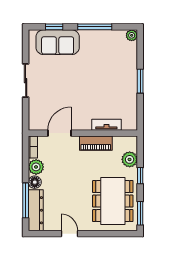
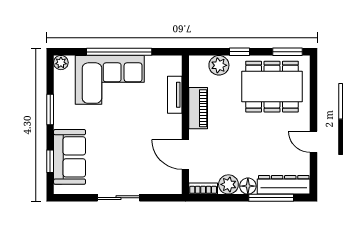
window: (95, 27) -> (50, 110), width x0.69
corner sofa: (118, 74) -> (110, 80), added
window: (140, 81) -> (119, 52), width x2.11
door: (69, 234) -> (313, 142), hinge flipped

